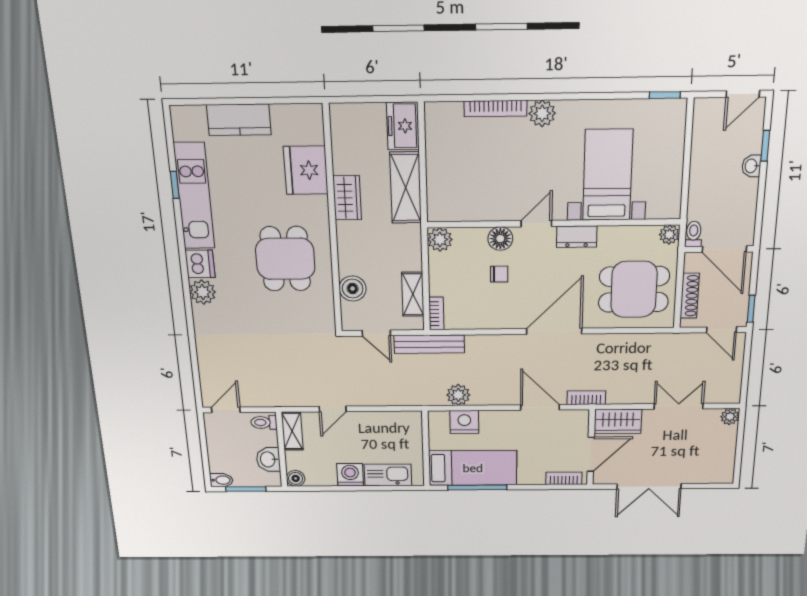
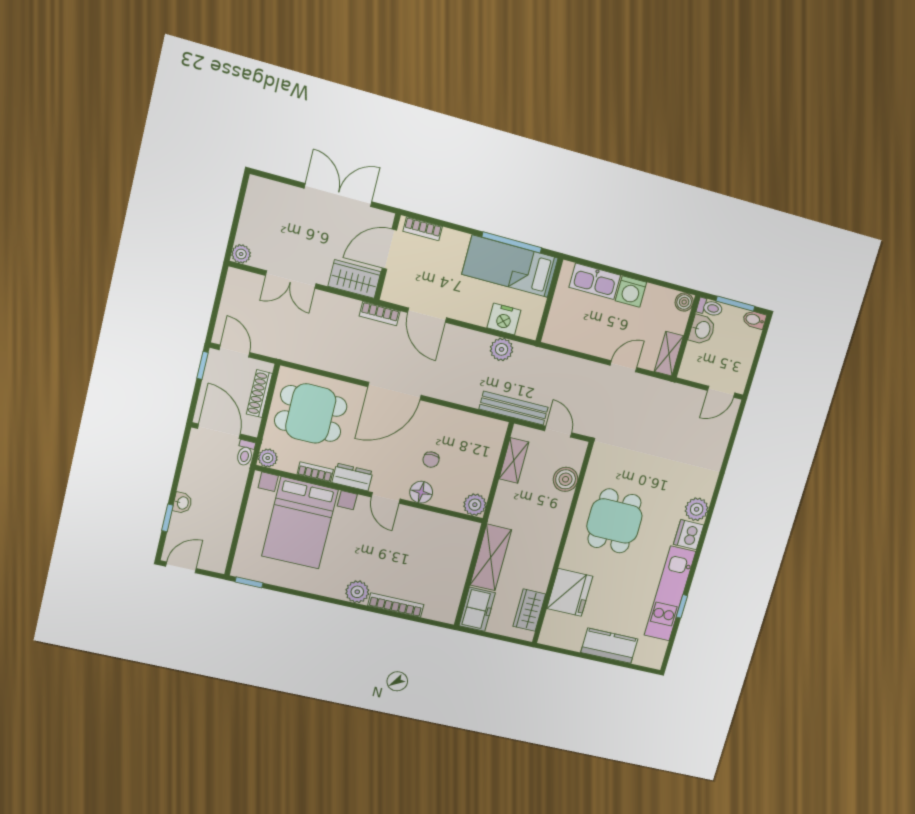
bed with nightstands: (608, 175) -> (300, 523), width x1.36
wardrobe: (347, 198) -> (529, 610), moved
door: (536, 224) -> (386, 498), hinge flipped
chair: (499, 274) -> (431, 460), turned -90
bookcase: (436, 313) -> (315, 472), moved, turned 90
toilet: (264, 422) -> (710, 308), moved

